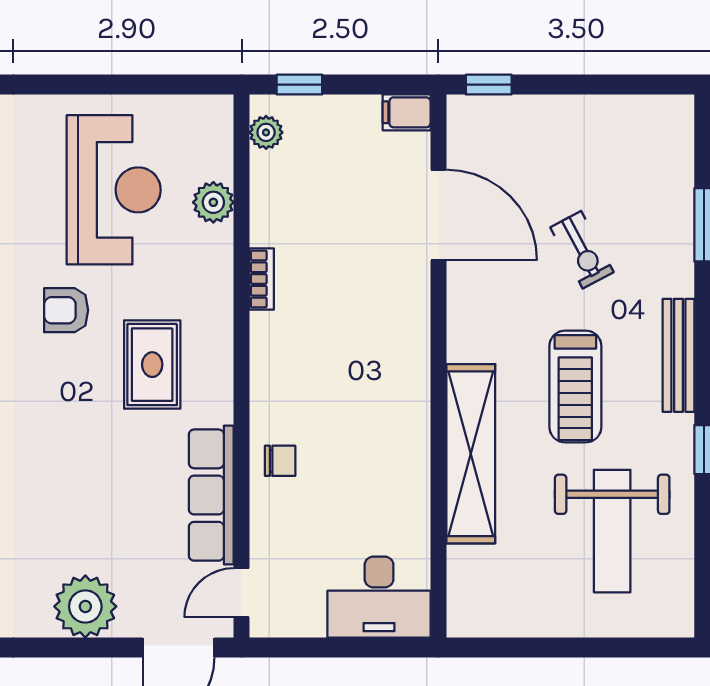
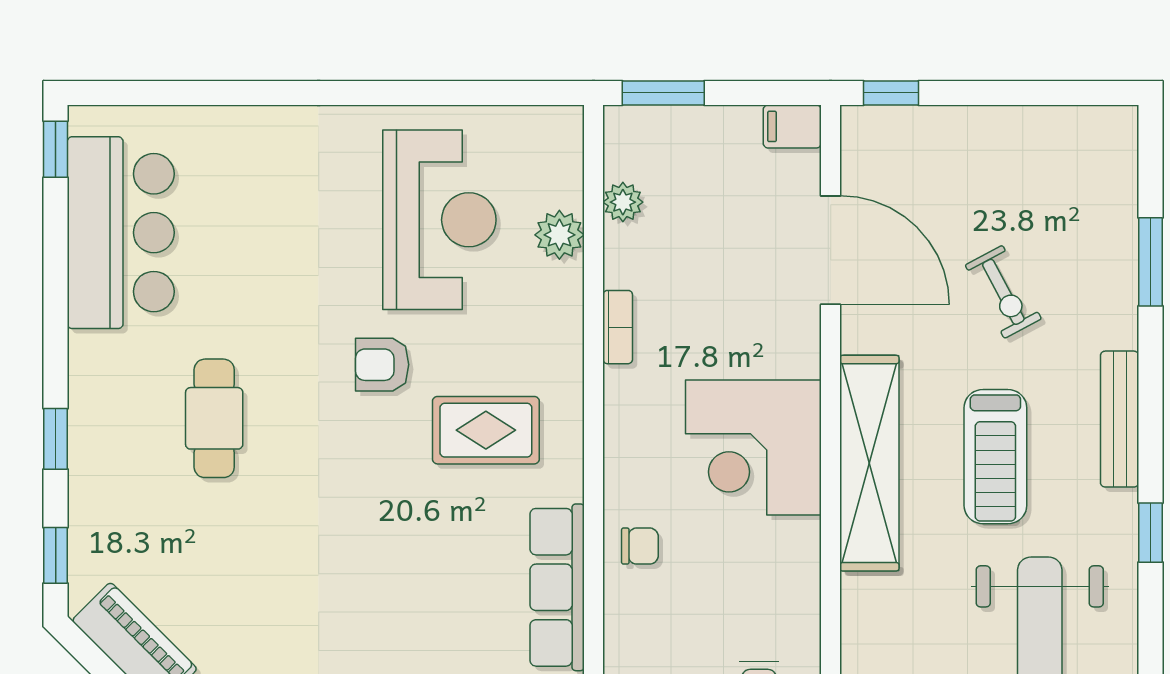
window: (299, 85) -> (663, 93), width x1.50
plant: (266, 132) -> (623, 202), moved
rug: (152, 365) -> (486, 430), turned 90
corner desk: (374, 379) -> (753, 448), added
shelving: (471, 454) -> (869, 463), moved

